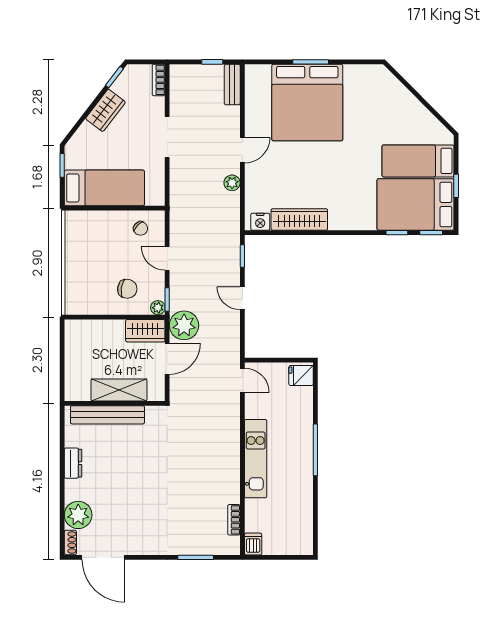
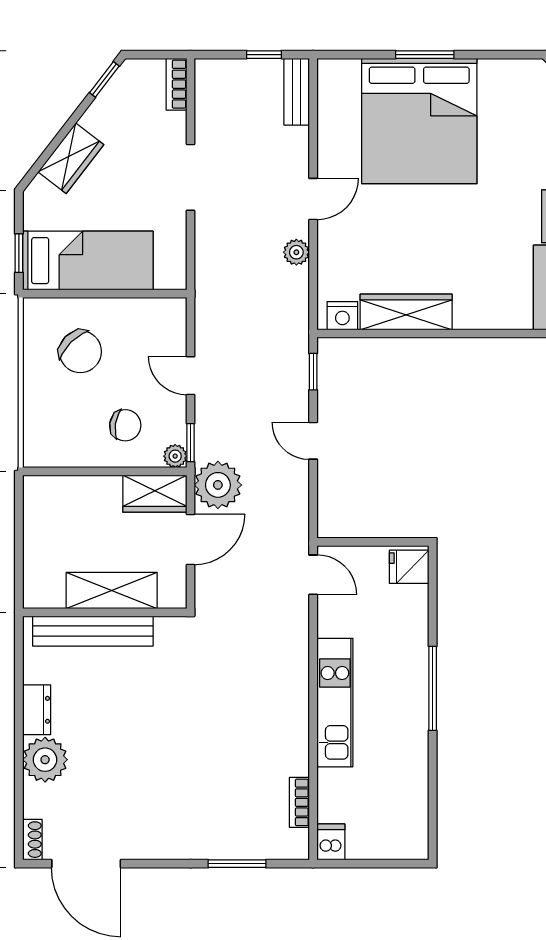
wardrobe: (105, 110) -> (71, 158), moved
window: (62, 165) -> (19, 253), moved
chair: (141, 228) -> (80, 352), moved, width x1.87, depth x1.87
plant: (78, 515) -> (45, 760), moved

